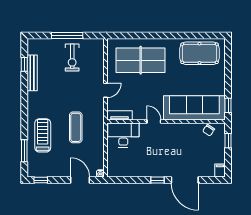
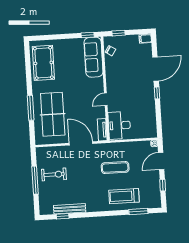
window: (149, 36) -> (31, 108), added
door: (106, 90) -> (81, 143), width x1.87
sofa: (194, 108) -> (93, 57), width x0.74, depth x0.79
window: (41, 180) -> (163, 185), moved

